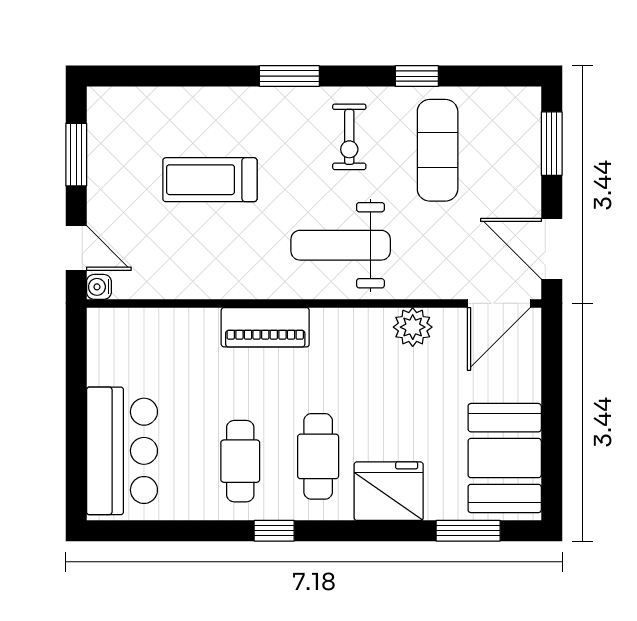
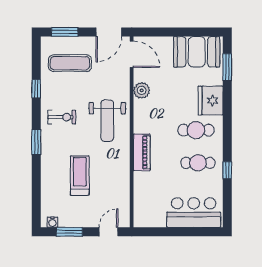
exercise mat: (438, 150) -> (70, 63), moved
treadmill: (210, 180) -> (80, 176), turned 180
water cooler: (99, 287) -> (52, 222), moved
window: (274, 531) -> (227, 170), moved

